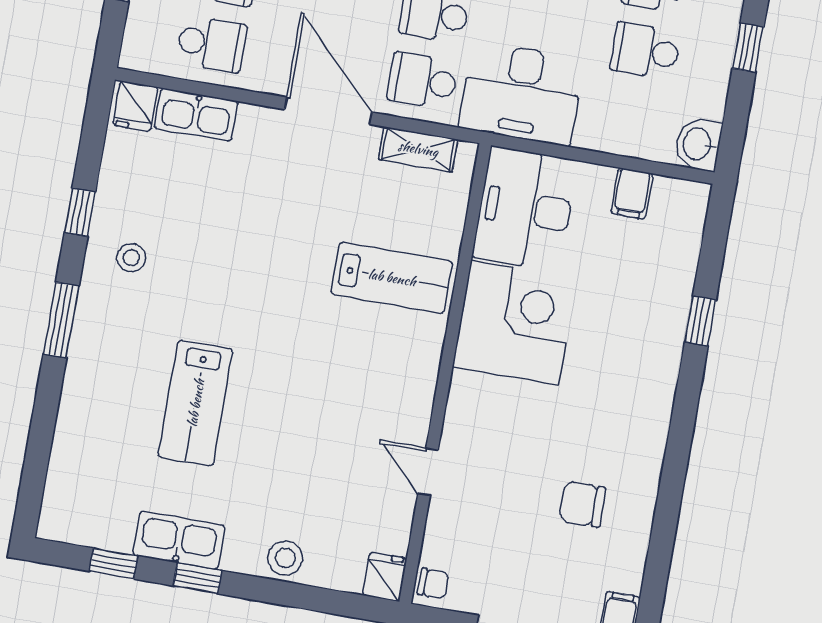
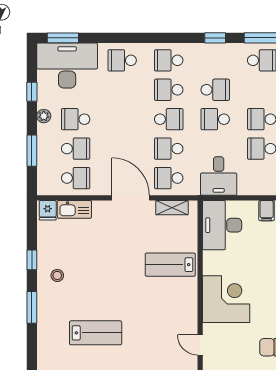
desk: (521, 93) -> (219, 176), width x0.73
lab bench: (392, 278) -> (170, 265), turned 180
corner desk: (515, 323) -> (226, 299), moved
lab bench: (196, 403) -> (96, 333), turned -90

